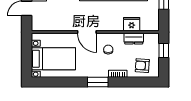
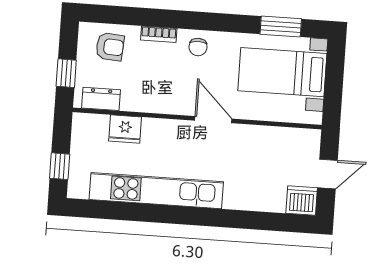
dresser: (134, 39) -> (101, 99), moved
chair: (108, 49) -> (198, 47), moved
window: (98, 82) -> (281, 26), moved

